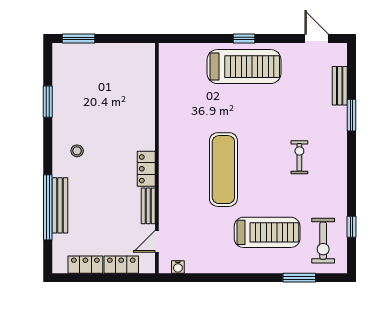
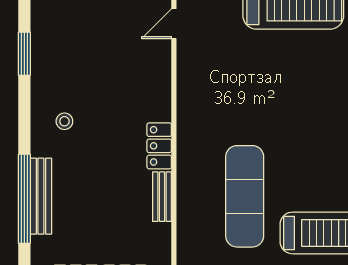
exercise mat: (223, 170) -> (245, 196), moved
door: (157, 241) -> (174, 24), moved

